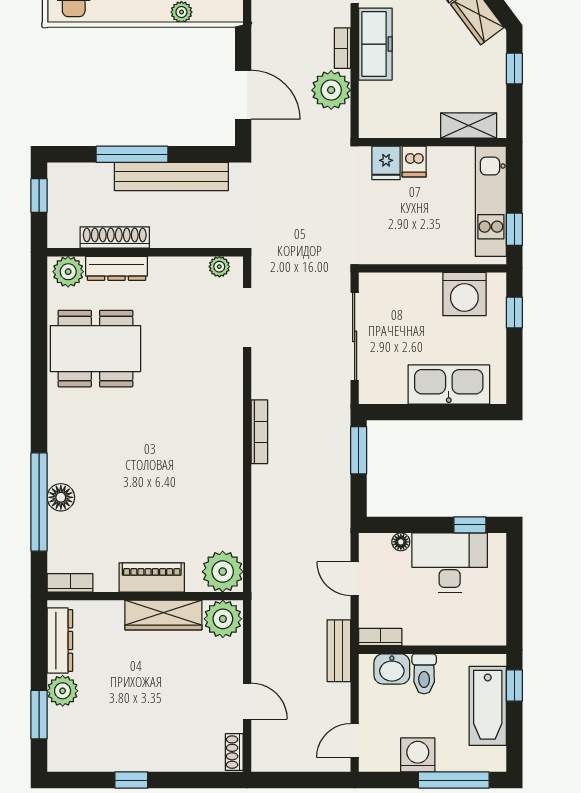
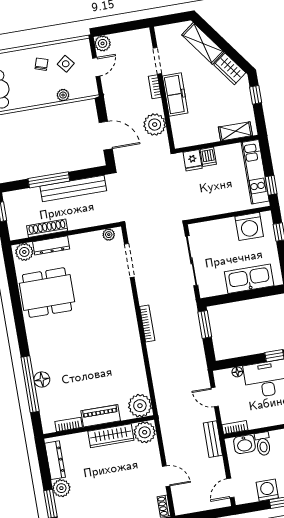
bookcase: (342, 48) -> (155, 87), moved
bookcase: (70, 583) -> (69, 424), moved

